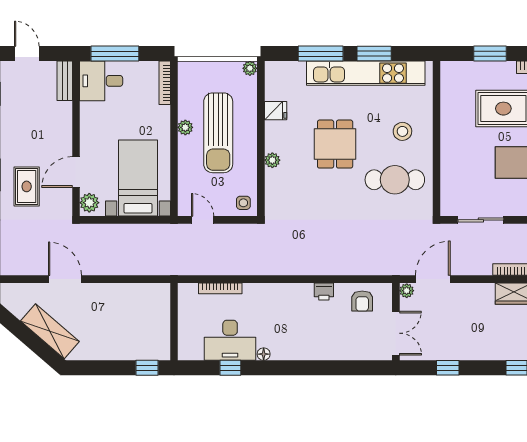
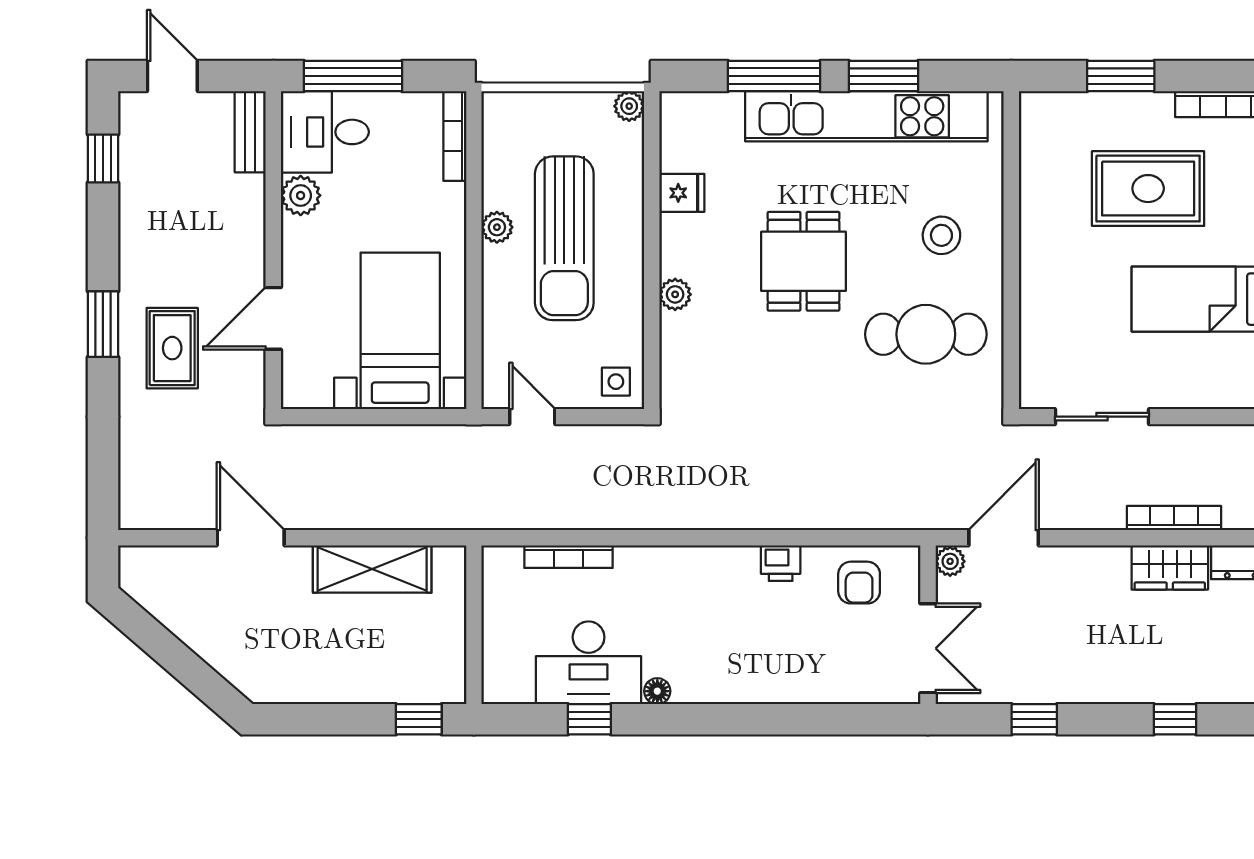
plant: (89, 203) -> (301, 195), moved
shelving: (50, 331) -> (372, 569), moved, turned -41

